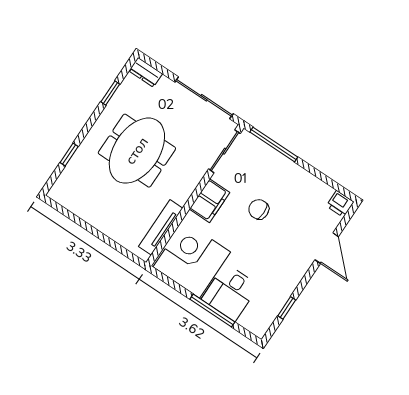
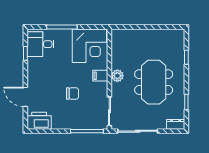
plant: (181, 193) -> (117, 76), added
filing cabinet: (209, 201) -> (100, 76), width x0.50
printer: (340, 204) -> (39, 121), width x1.87, depth x1.48
tv unit: (161, 227) -> (116, 51), removed
desk: (230, 292) -> (41, 44), moved, turned -90

